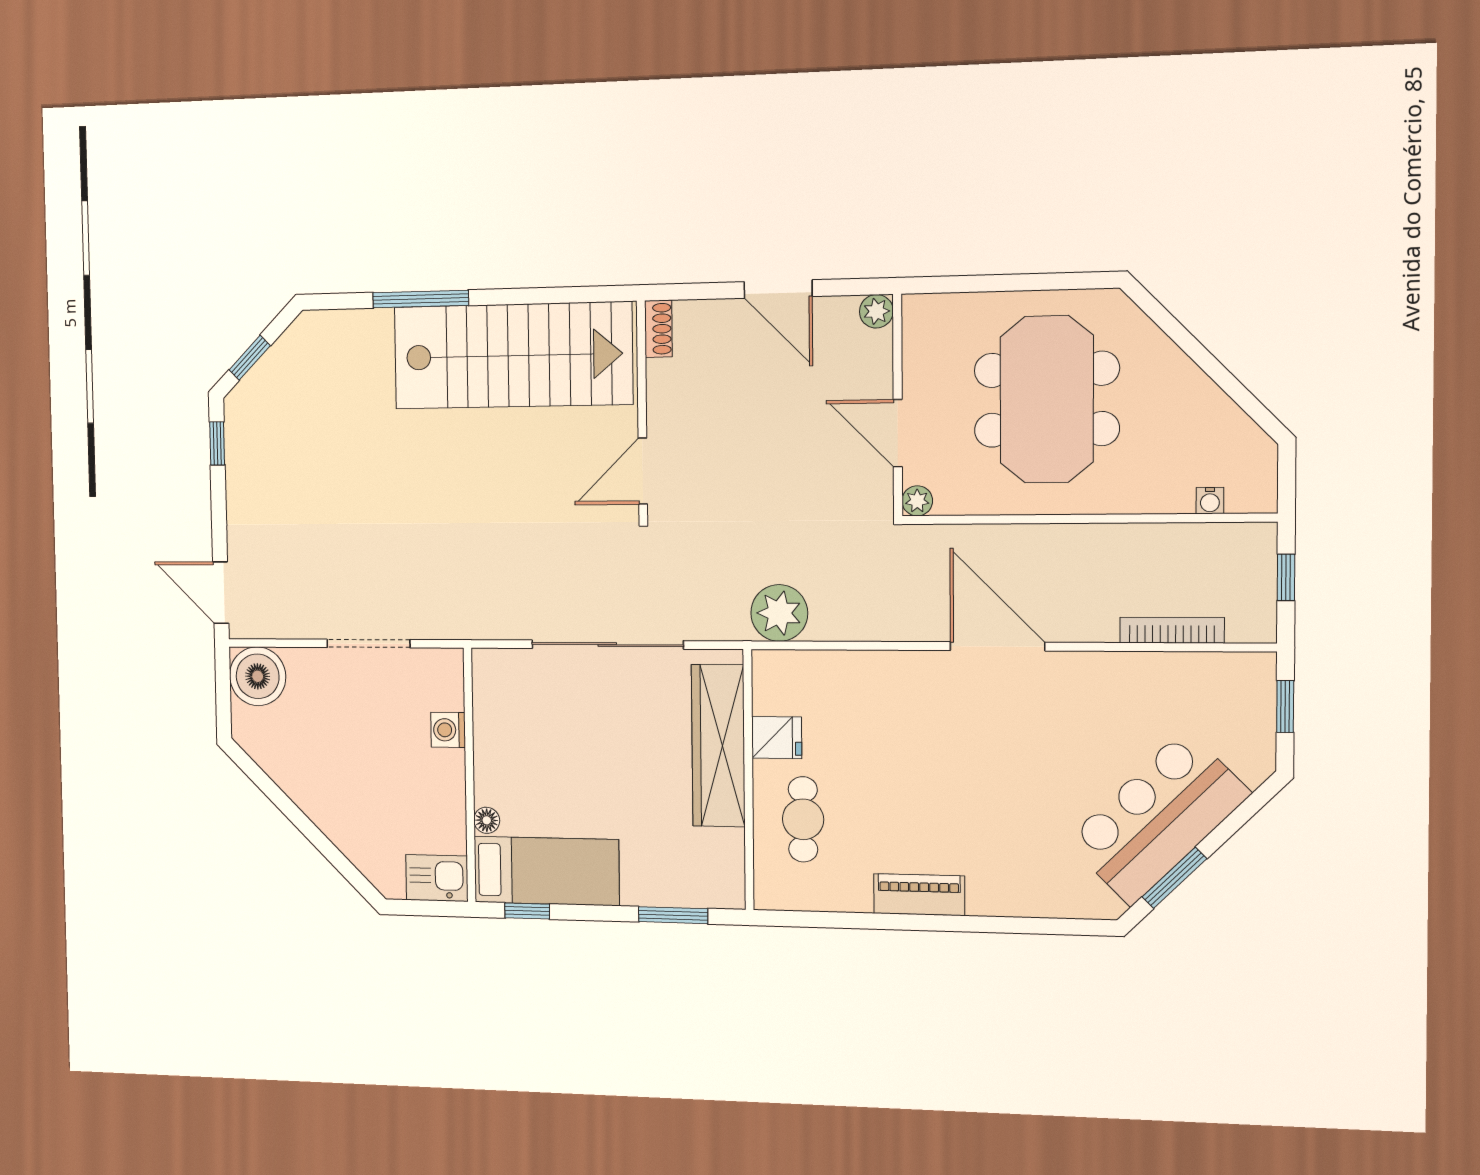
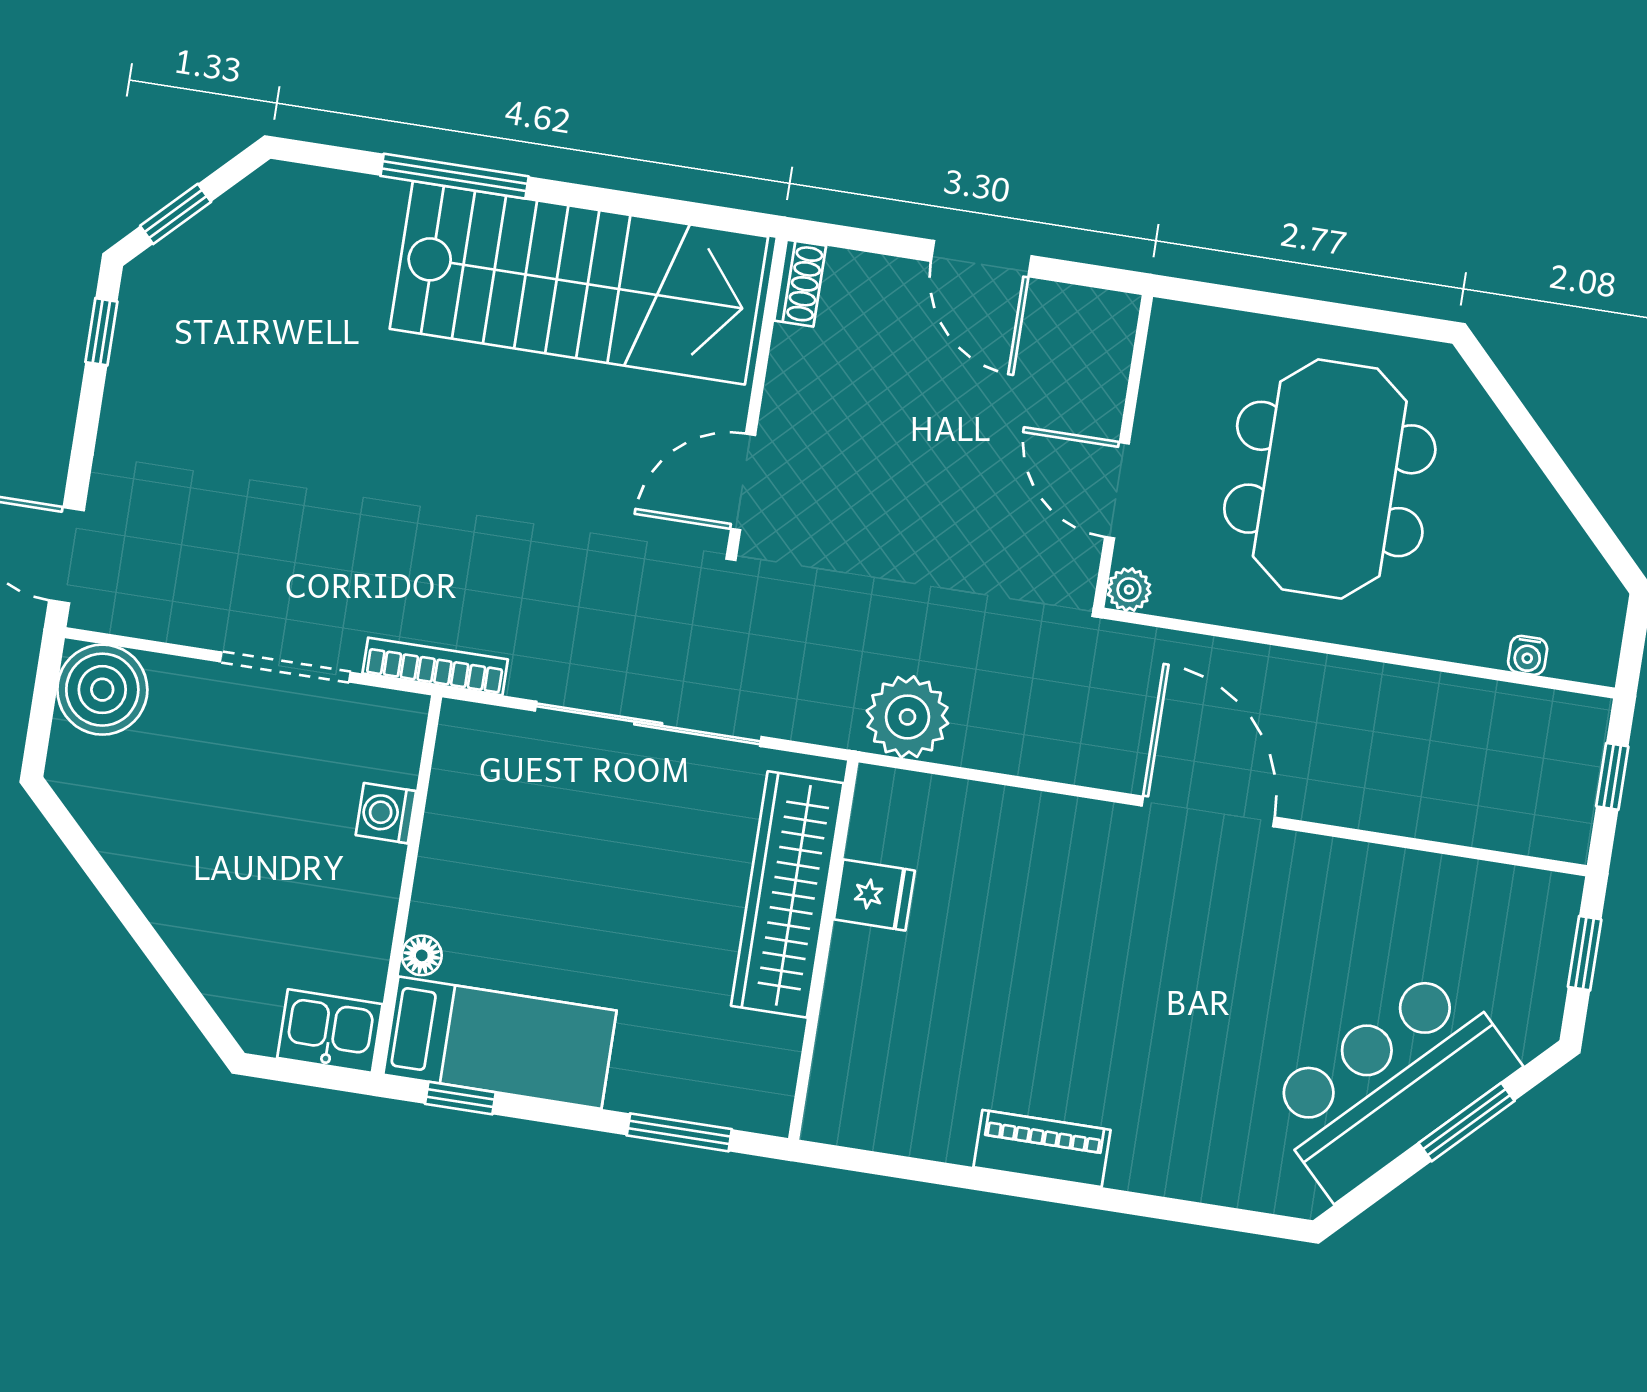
plant: (876, 311) -> (1115, 315), removed
bookcase: (1172, 630) -> (435, 666), moved
cafe table: (803, 819) -> (893, 1018), removed
window: (1174, 878) -> (1467, 1122), moved

